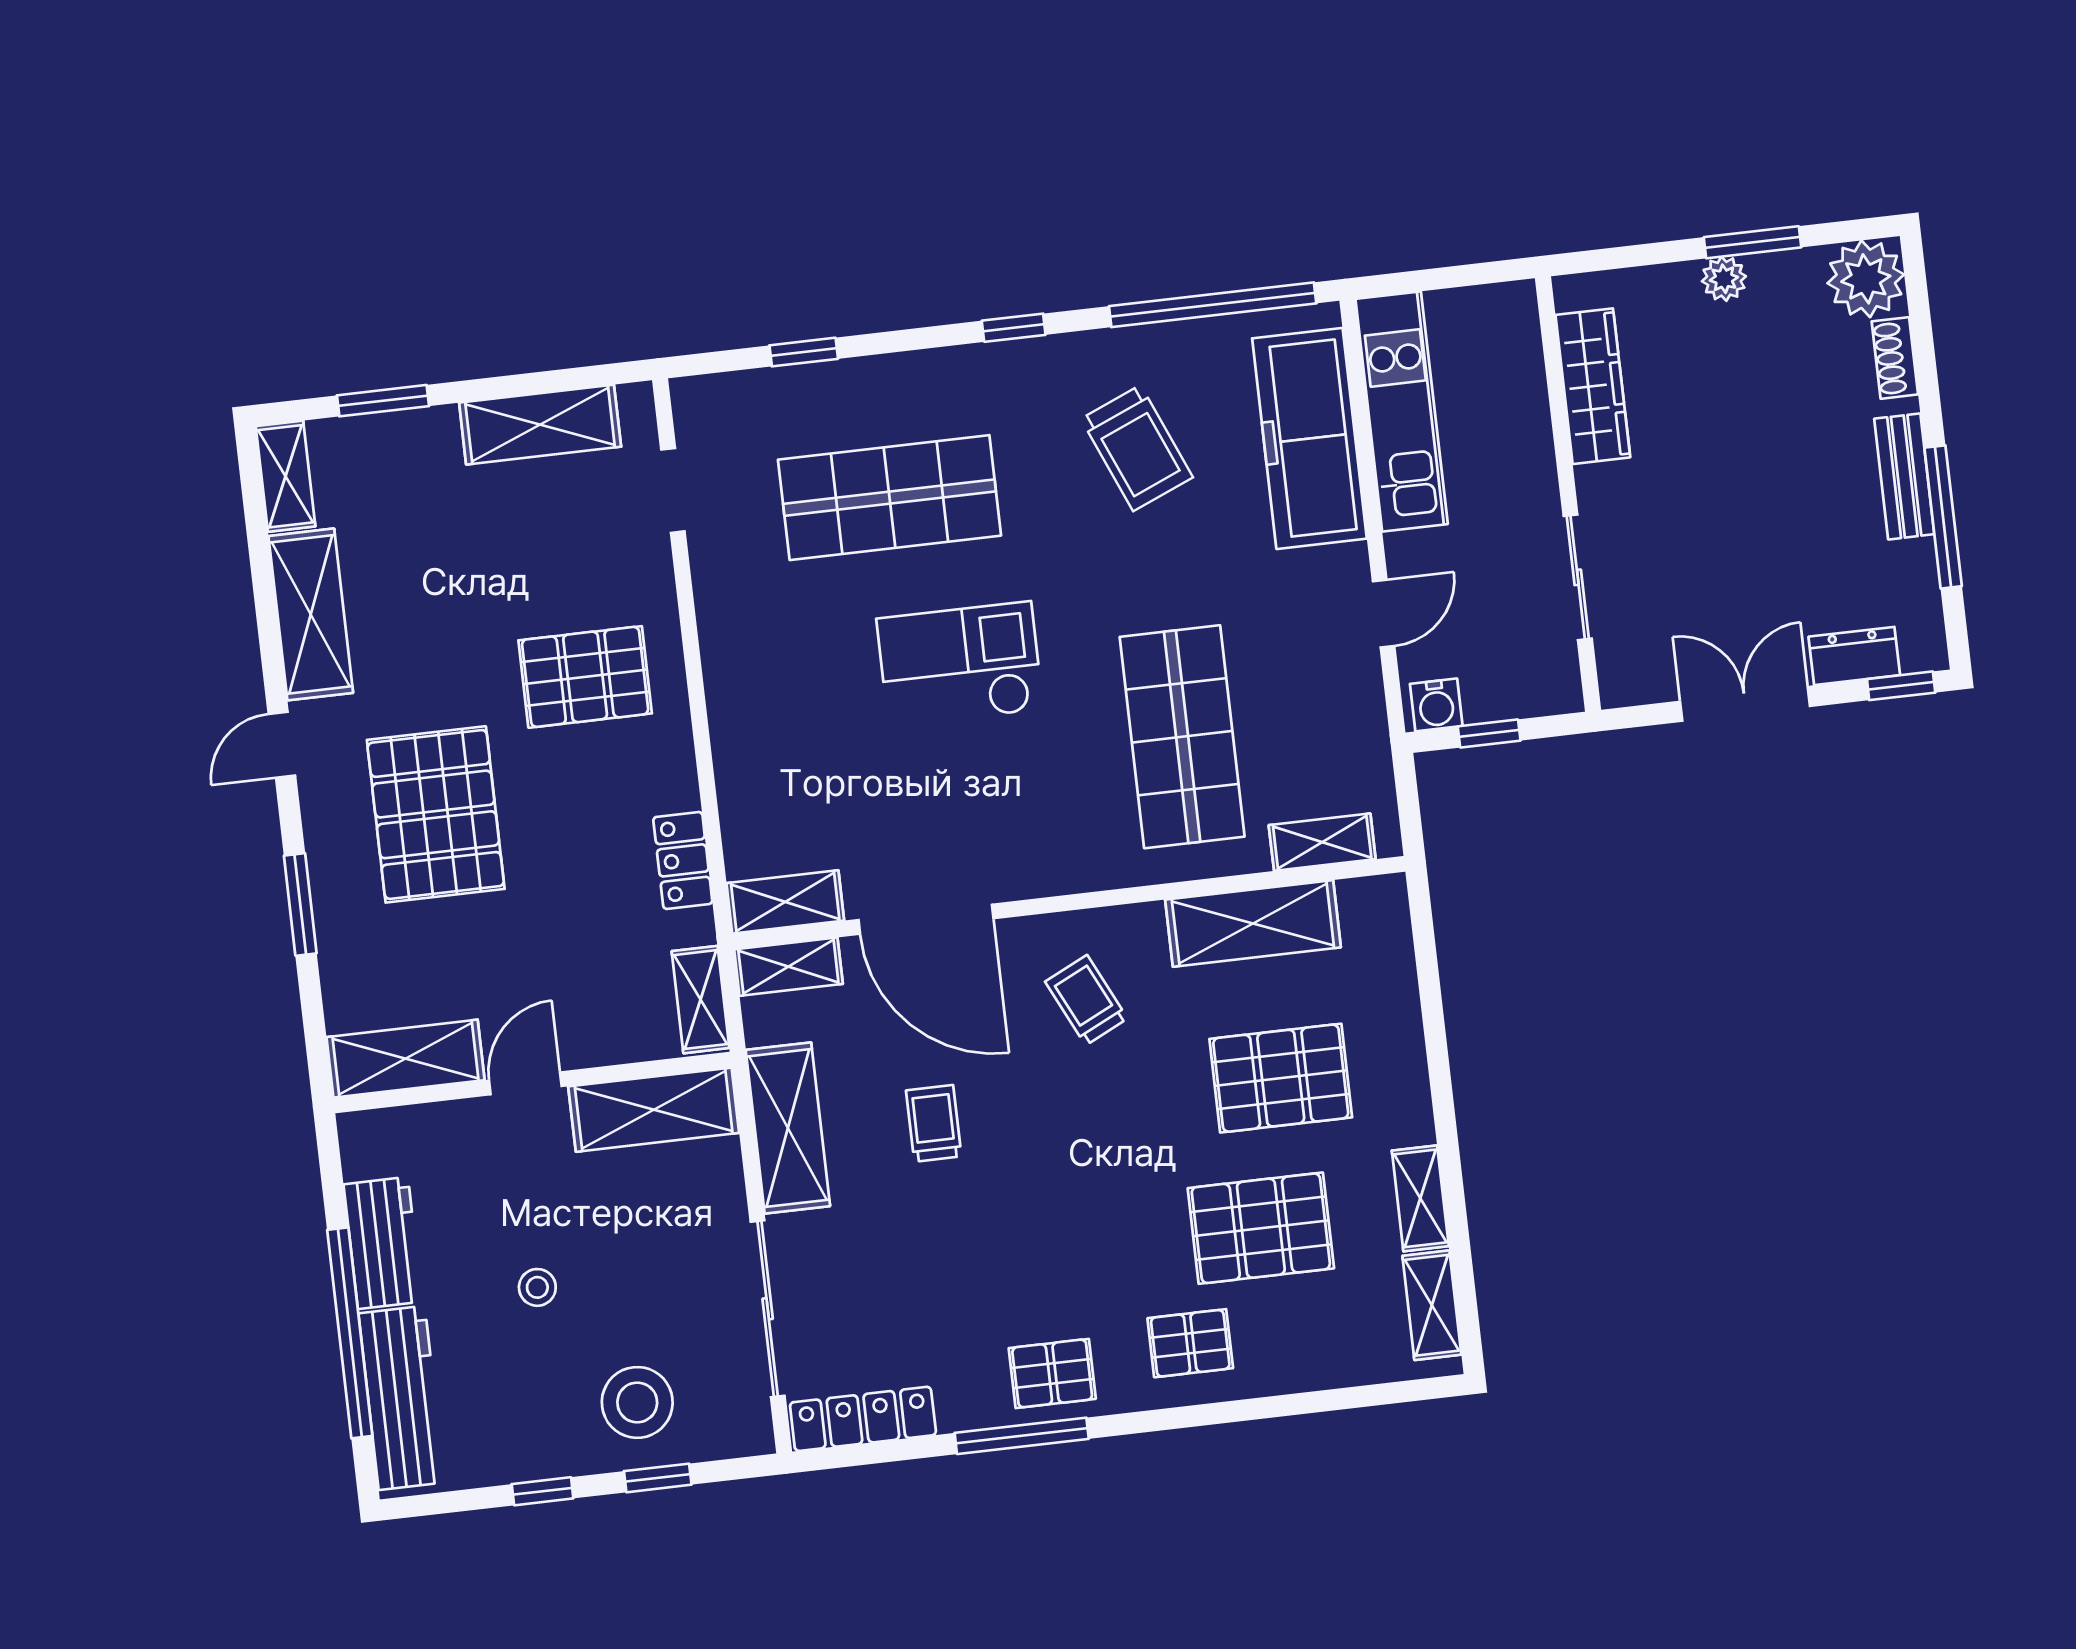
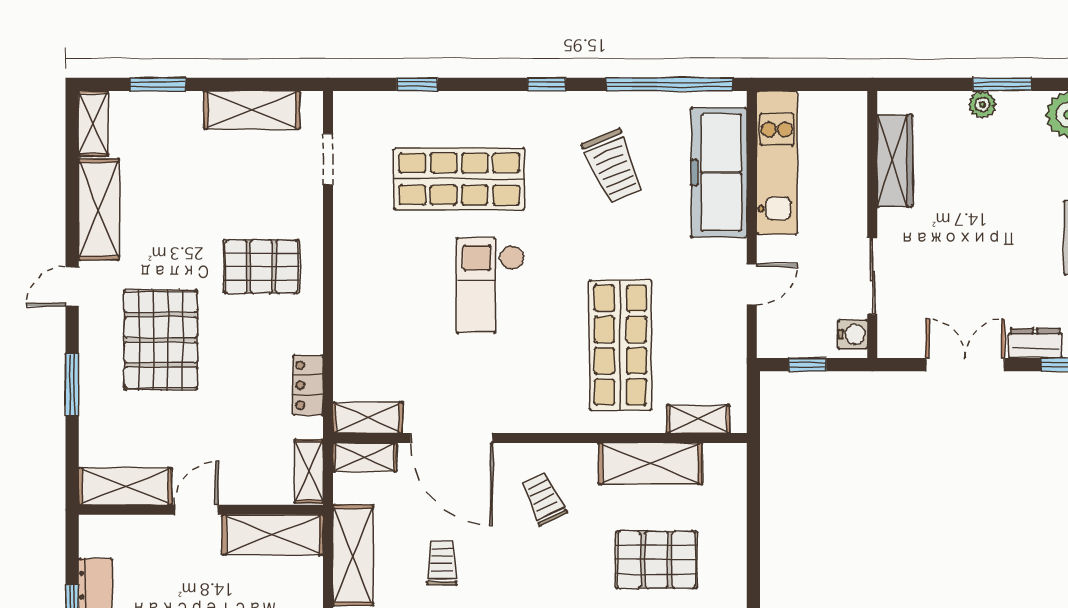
checkout: (960, 664) -> (490, 285), turned -90
water cooler: (1436, 705) -> (853, 334), moved, turned -90

